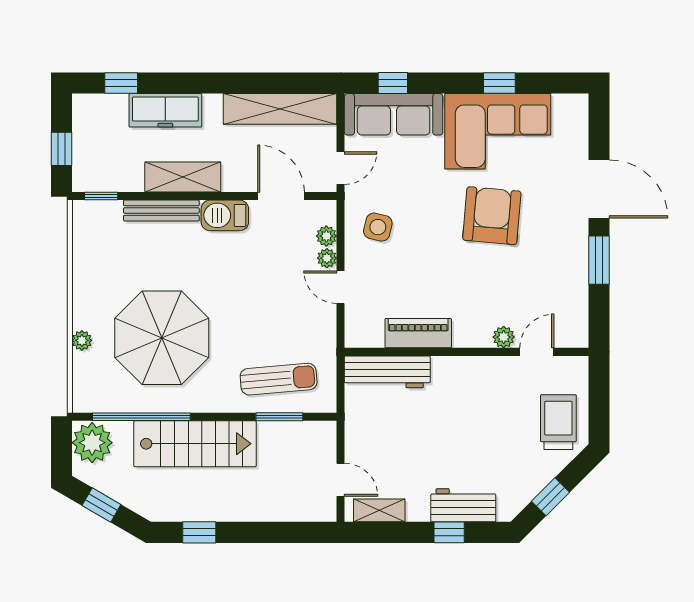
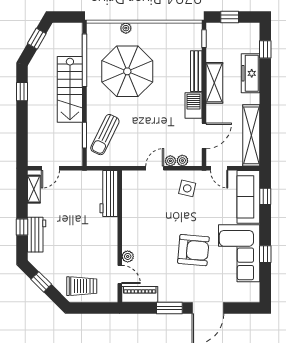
piano: (418, 333) -> (140, 294), moved, turned -90
sun lounger: (279, 379) -> (105, 135), turned 31
plant: (92, 443) -> (71, 34), removed

